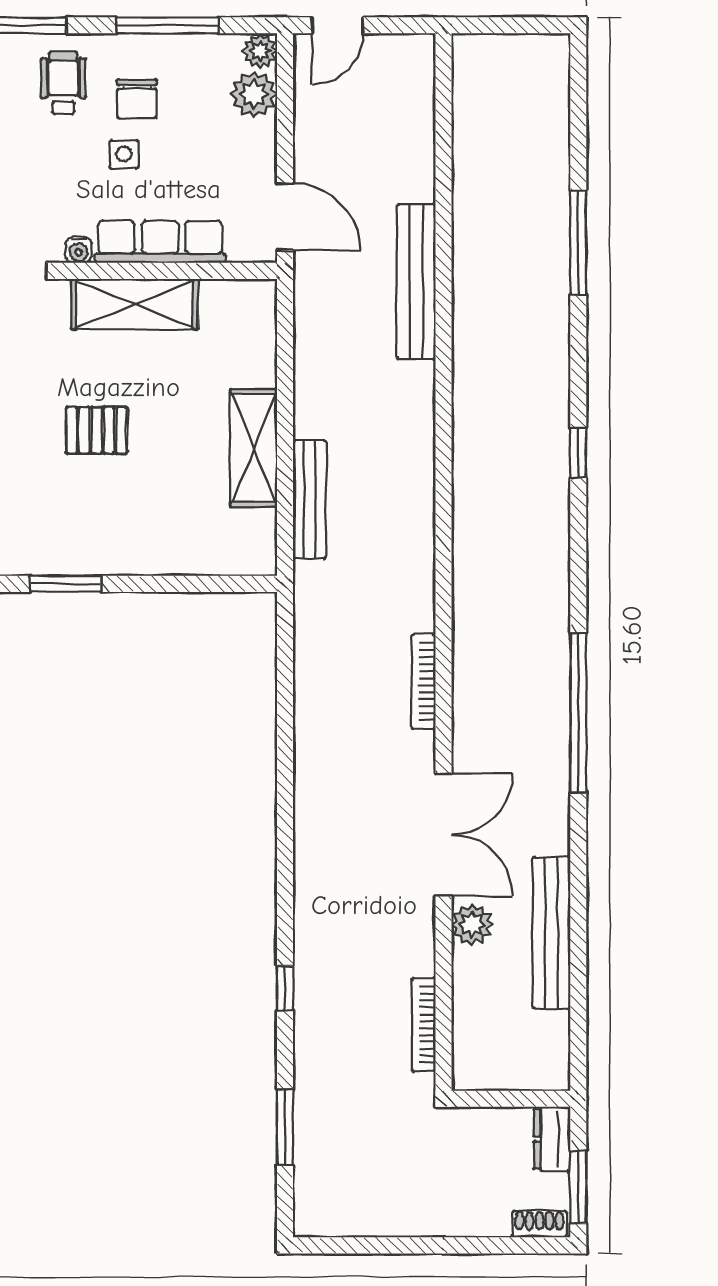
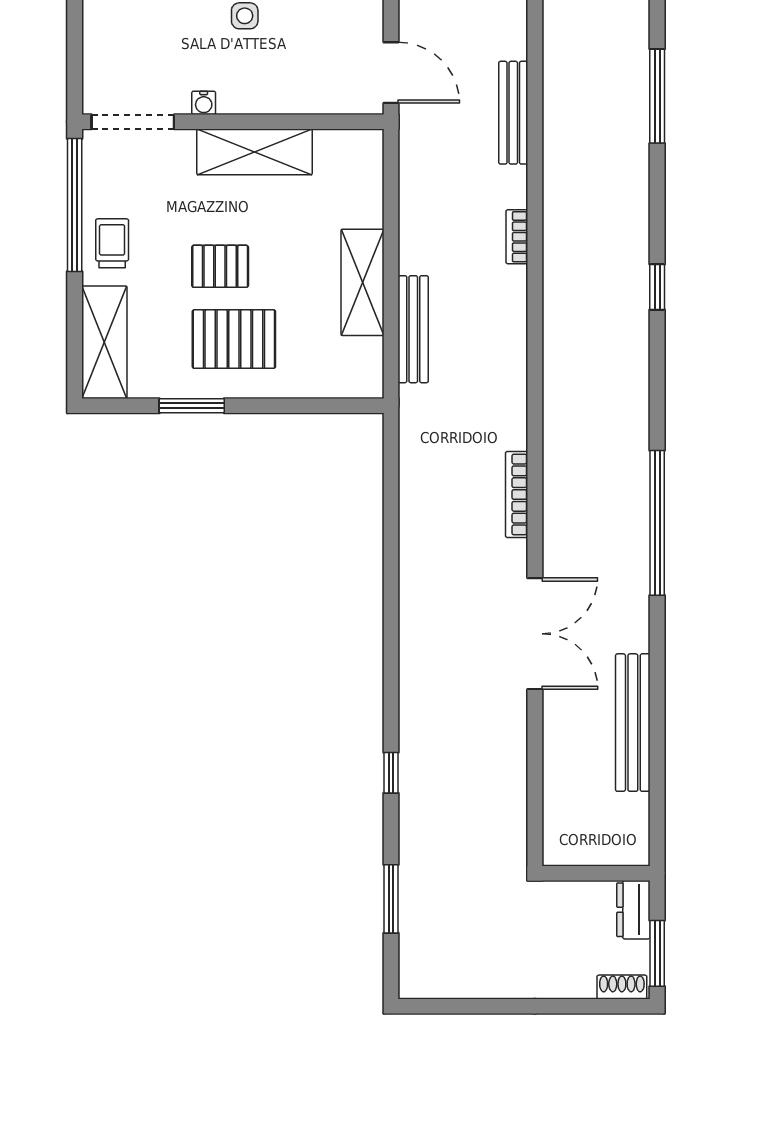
row of seats: (160, 242) -> (278, 95), removed
bench: (416, 282) -> (513, 113), width x0.73, depth x0.82
pallet: (112, 510) -> (234, 339), added
plant: (472, 924) -> (561, 715), removed
bookcase: (424, 1025) -> (517, 237), moved, width x0.64

